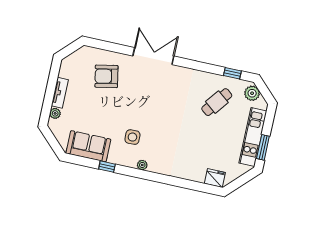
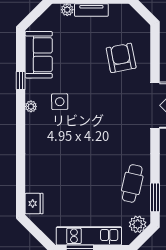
window: (232, 73) -> (155, 197), width x1.50
cafe table: (217, 102) -> (132, 183), moved, turned 65
plant: (142, 165) -> (31, 106), moved

